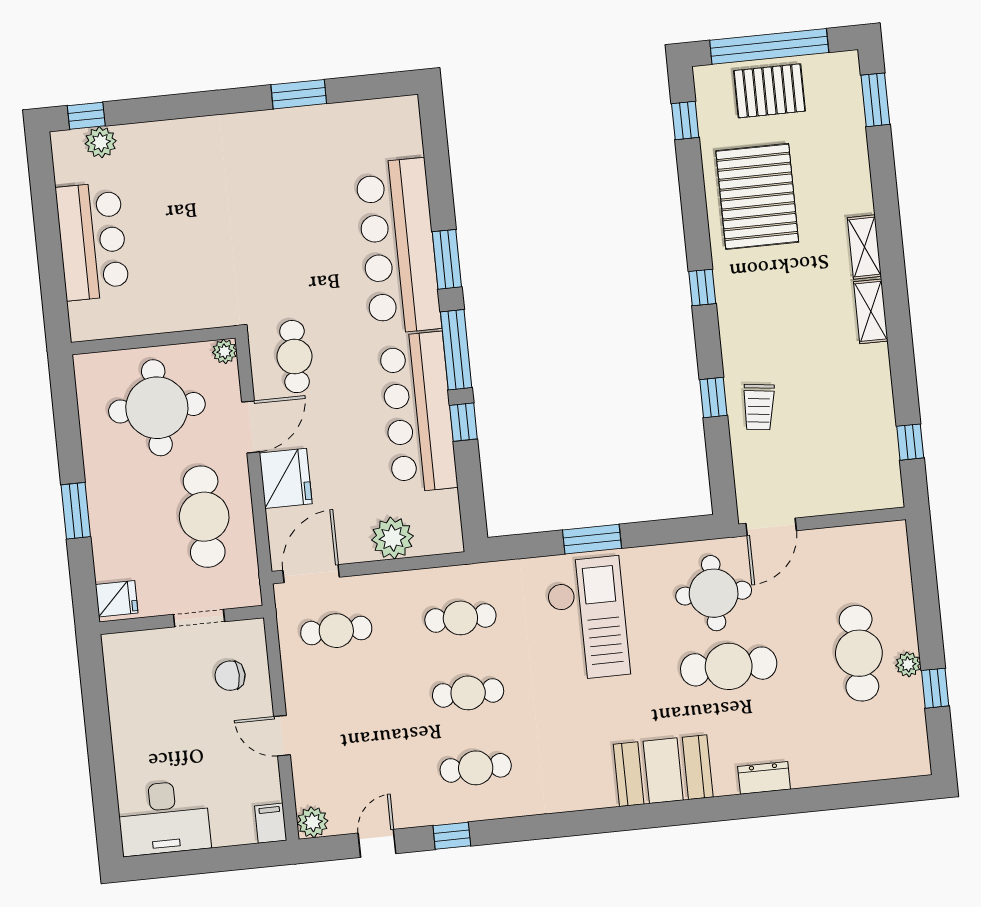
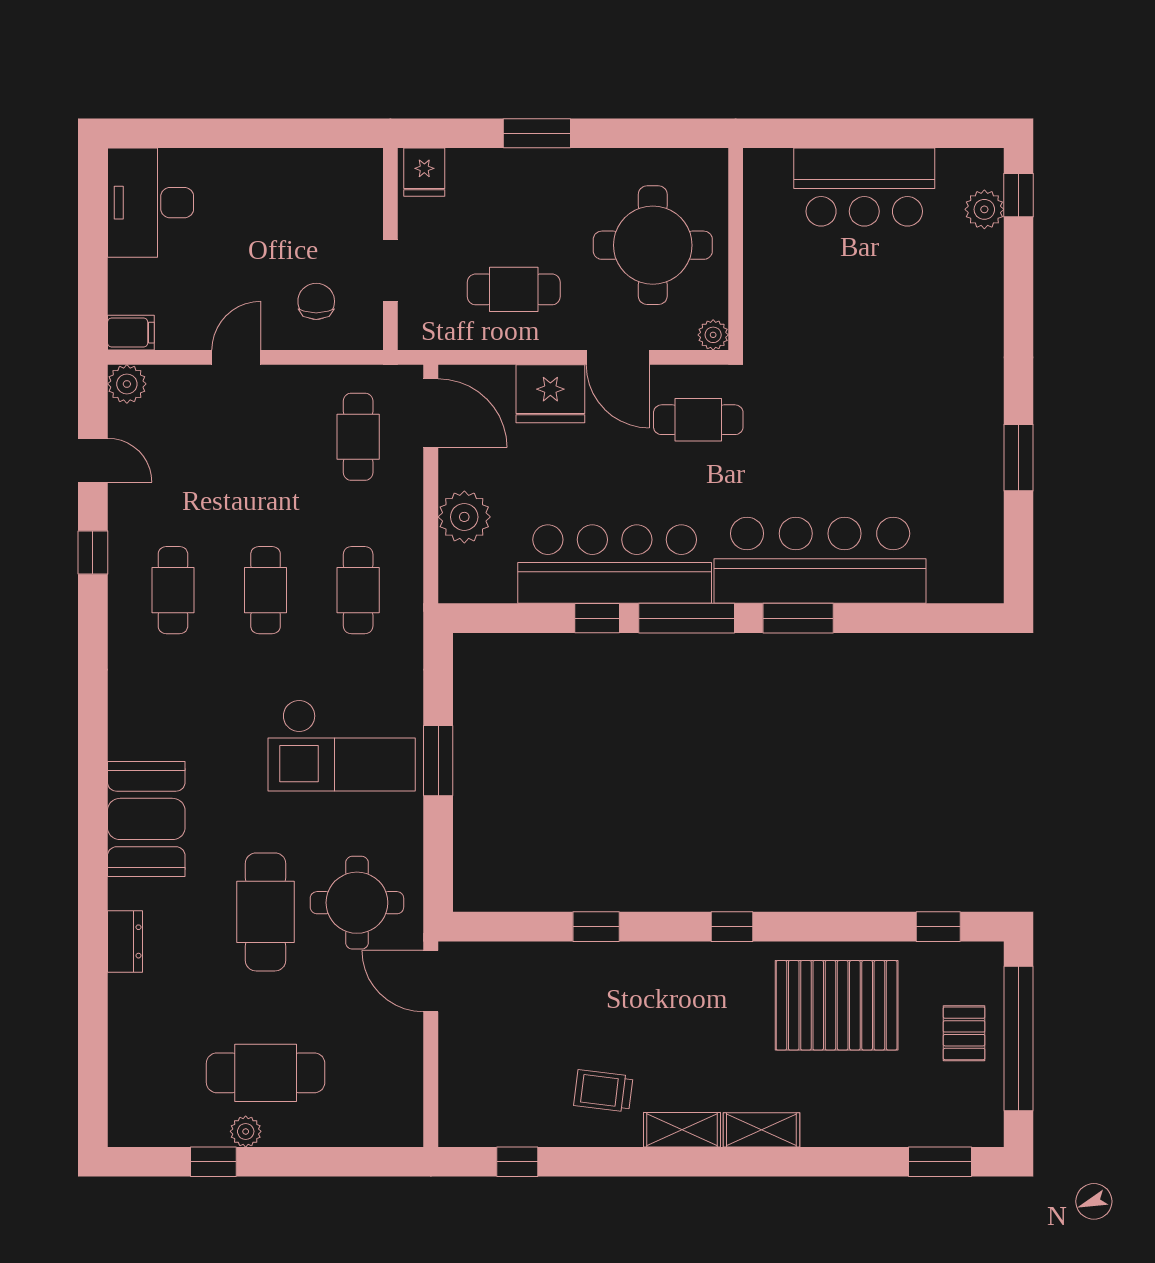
pallet: (769, 91) -> (964, 1033), width x0.67, depth x0.71
trolley: (759, 407) -> (603, 1091), moved
cafe table: (204, 517) -> (514, 289), width x0.73, depth x0.74

